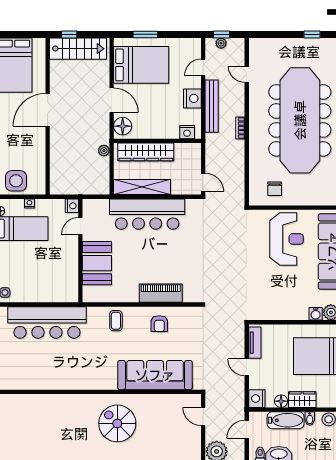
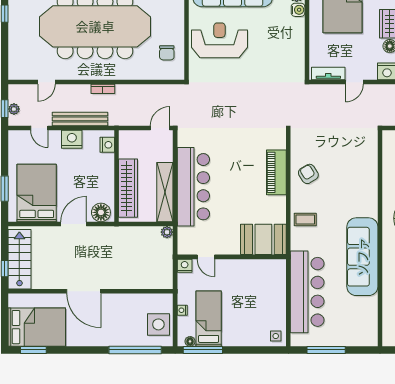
plant: (104, 151) -> (167, 232), moved
chair: (275, 189) -> (167, 53), turned 90
booth: (97, 263) -> (263, 239), moved
armchair: (159, 324) -> (308, 174), turned -122
sofa: (155, 375) -> (362, 257), moved

